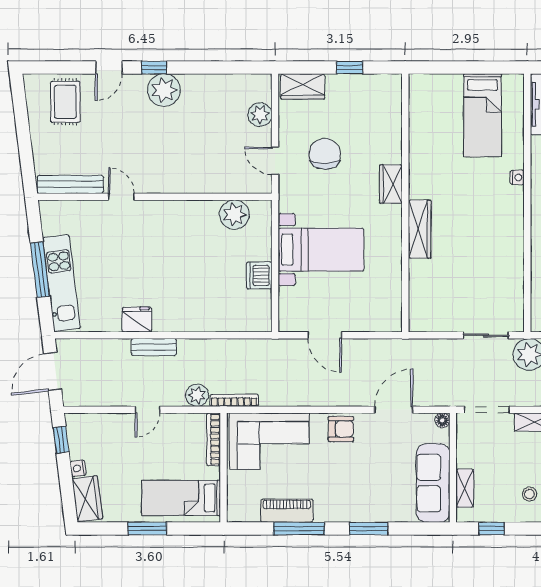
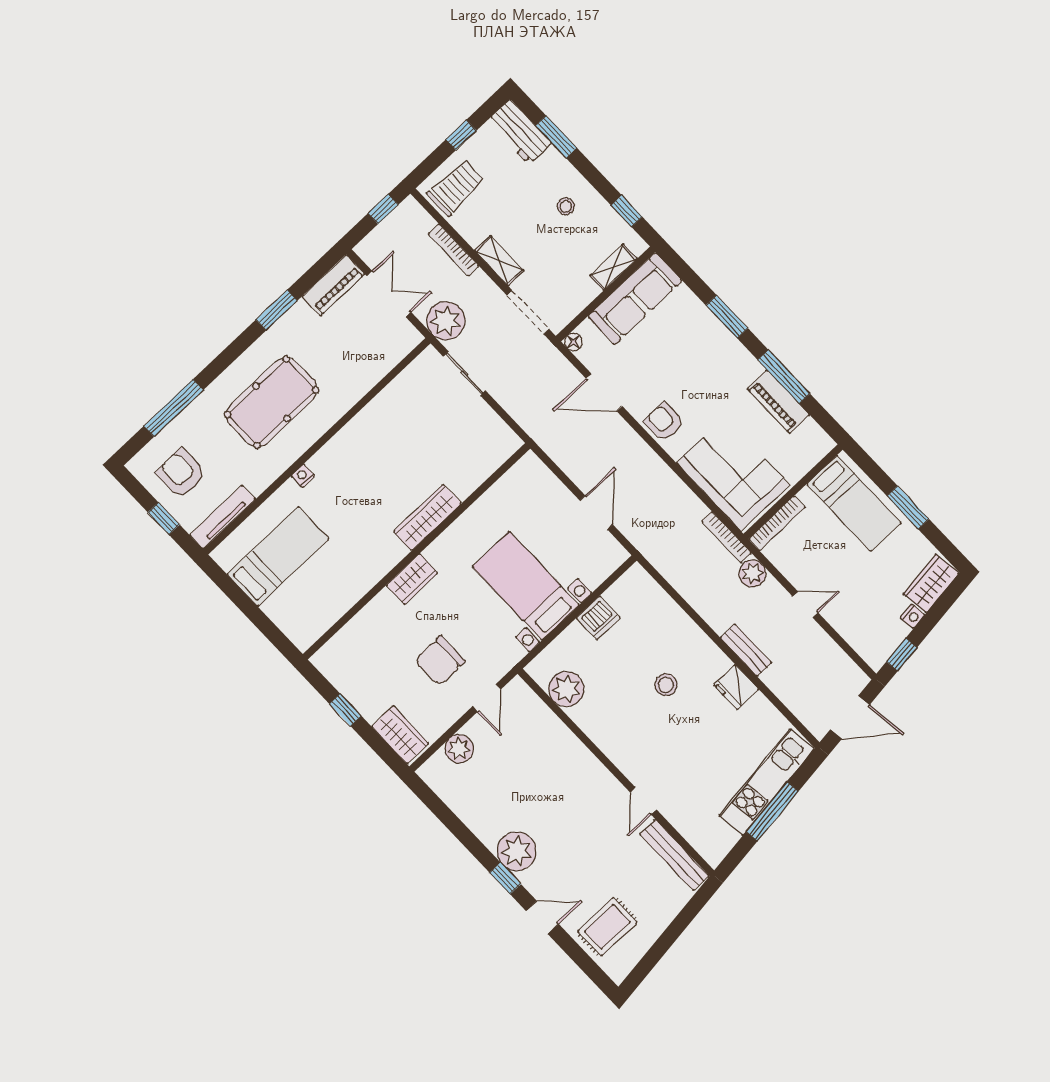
stool: (179, 278) -> (666, 685), added

